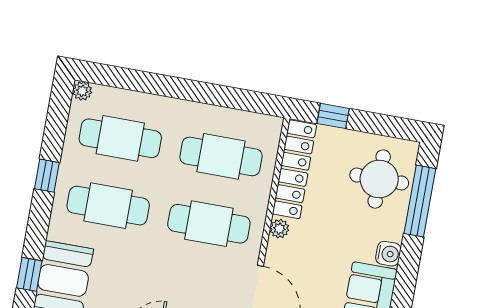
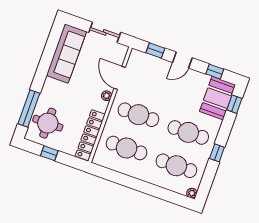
window: (333, 116) -> (49, 153), moved
plant: (279, 229) -> (107, 96), moved
water cooler: (388, 254) -> (49, 84), removed

